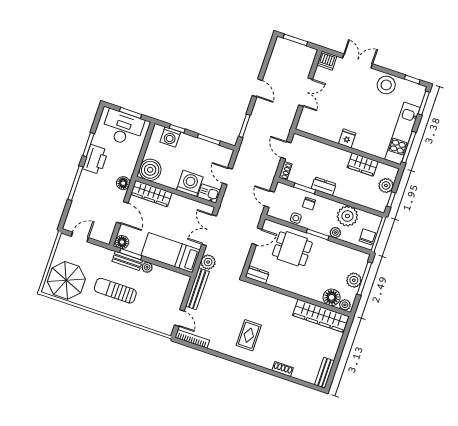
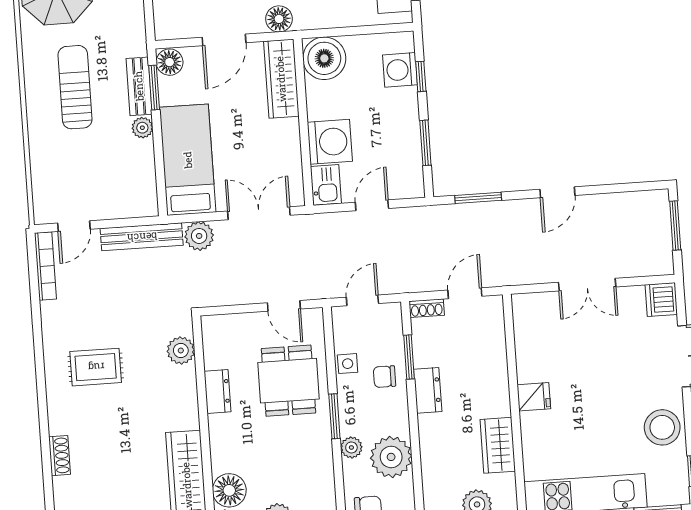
dresser: (257, 275) -> (218, 392), moved
plant: (258, 293) -> (181, 351), added

